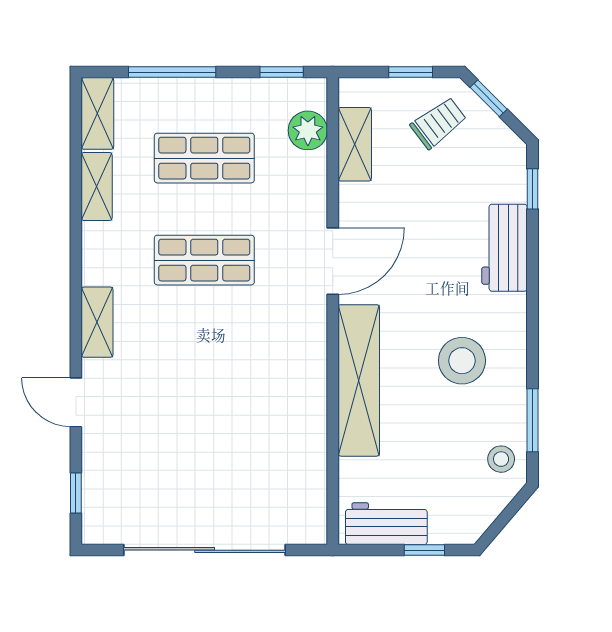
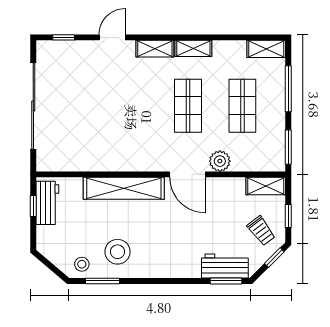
window: (282, 72) -> (288, 147), width x1.50
plant: (308, 130) -> (220, 161), moved
shelving: (355, 144) -> (266, 186), moved
shelving: (97, 187) -> (193, 48), moved
window: (532, 189) -> (226, 281), width x1.50
workbench: (505, 248) -> (225, 266), moved
stool: (462, 361) -> (117, 252), moved
window: (424, 550) -> (33, 206), moved

